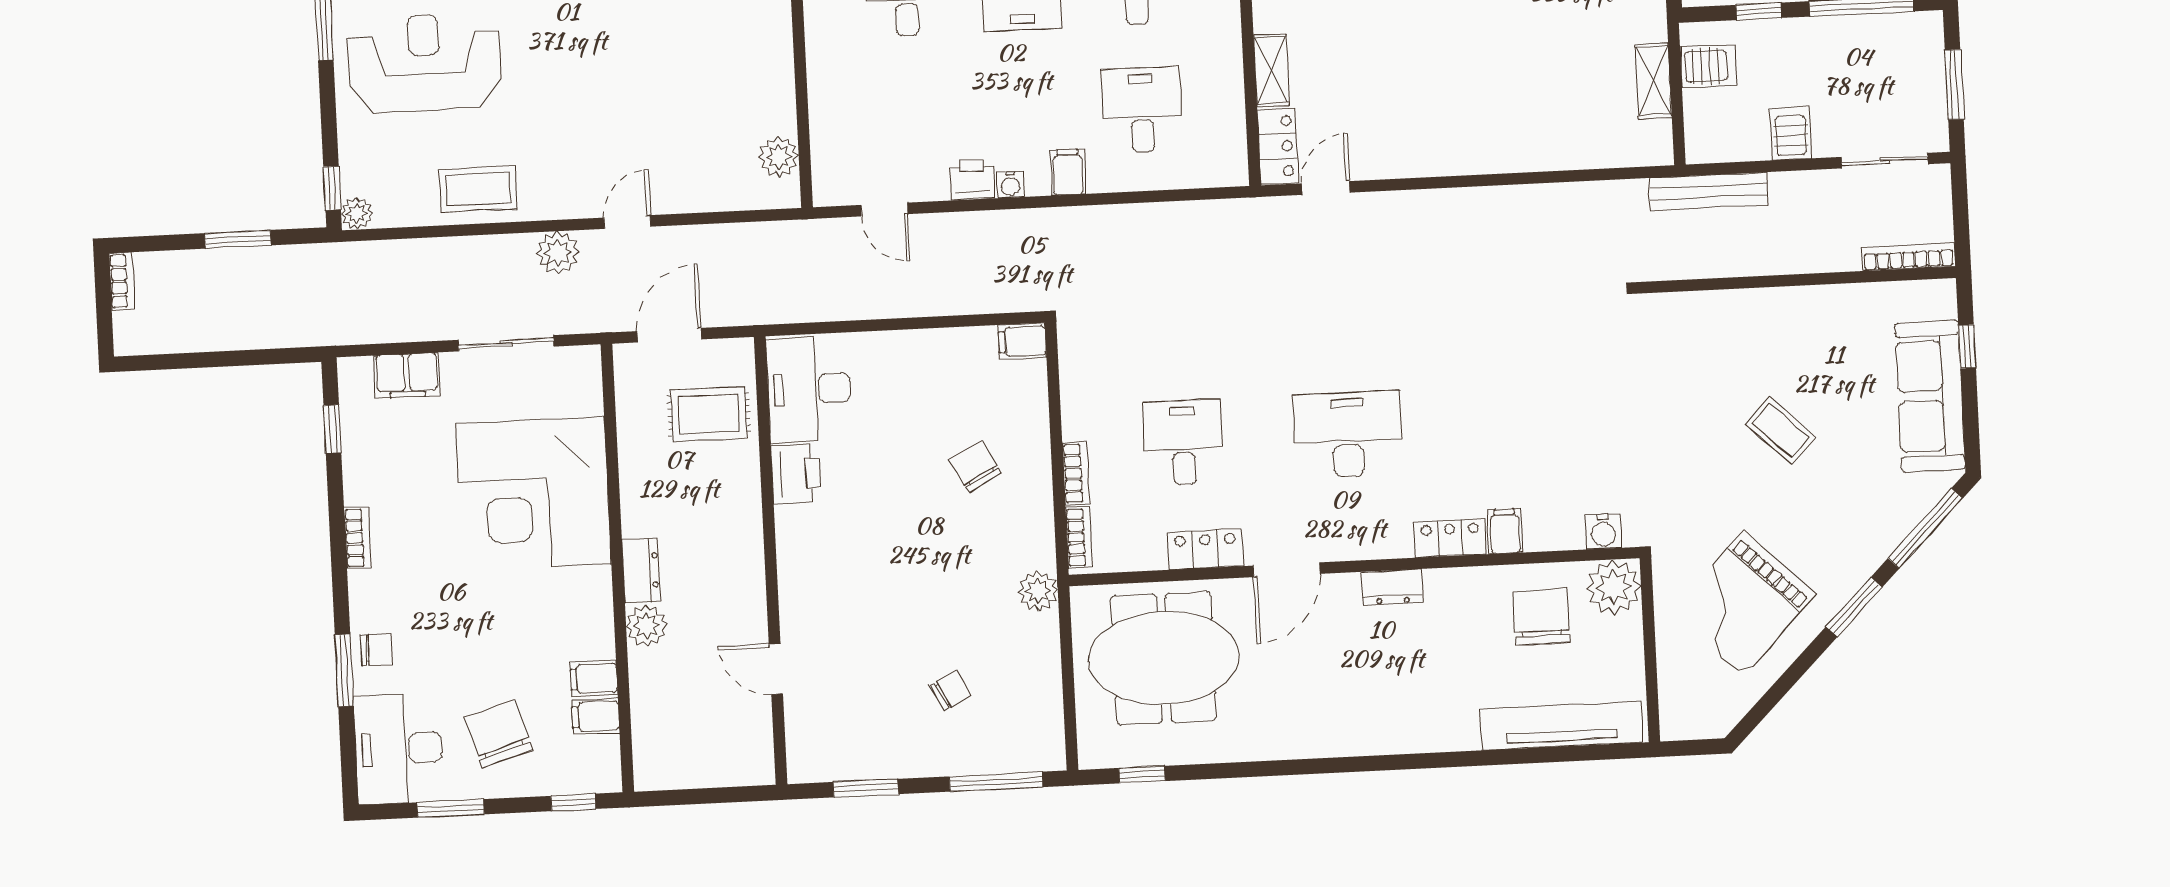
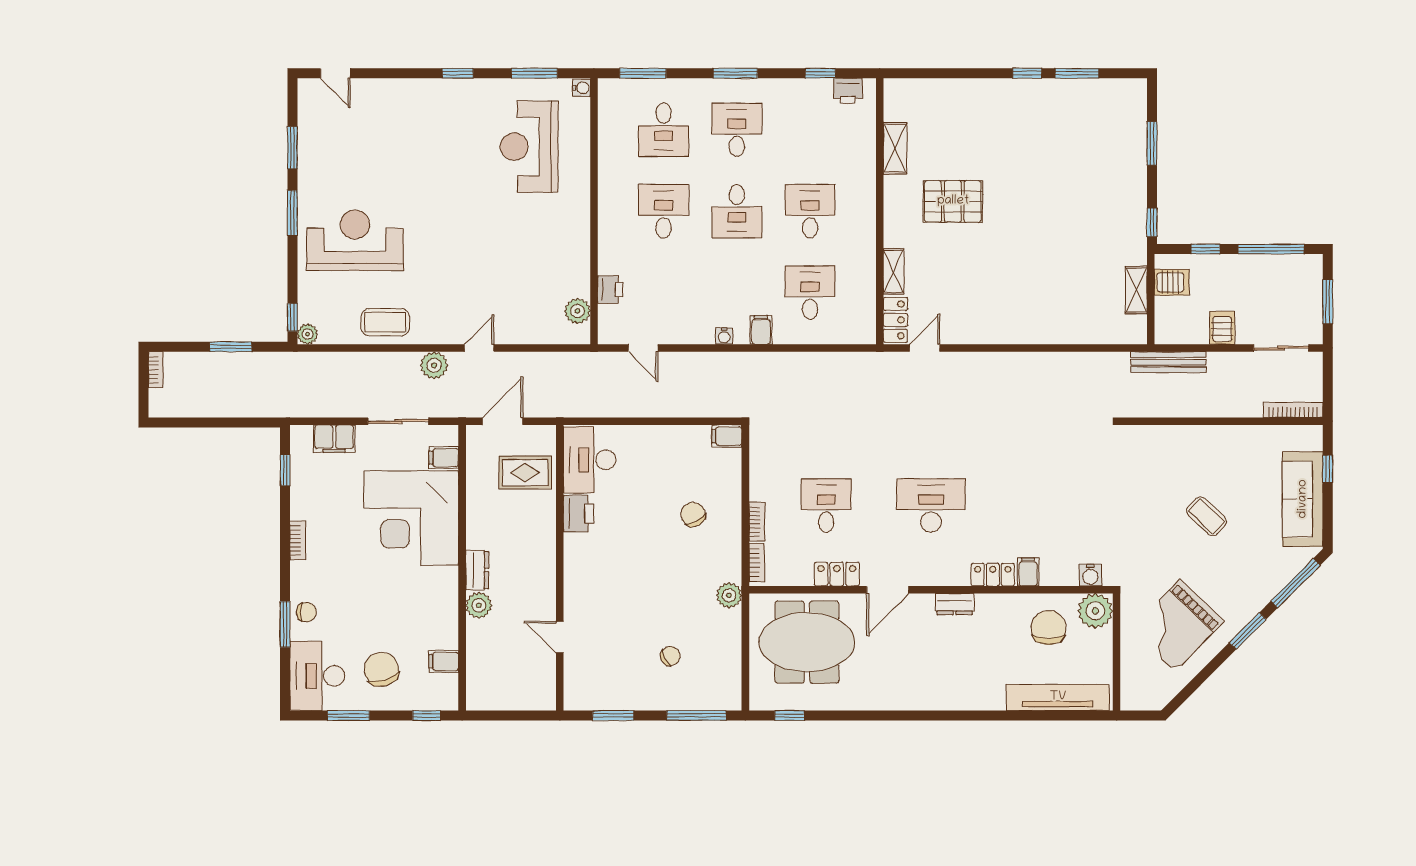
printer: (972, 180) -> (610, 290), moved, turned 90
filing cabinet: (594, 679) -> (444, 458), moved

